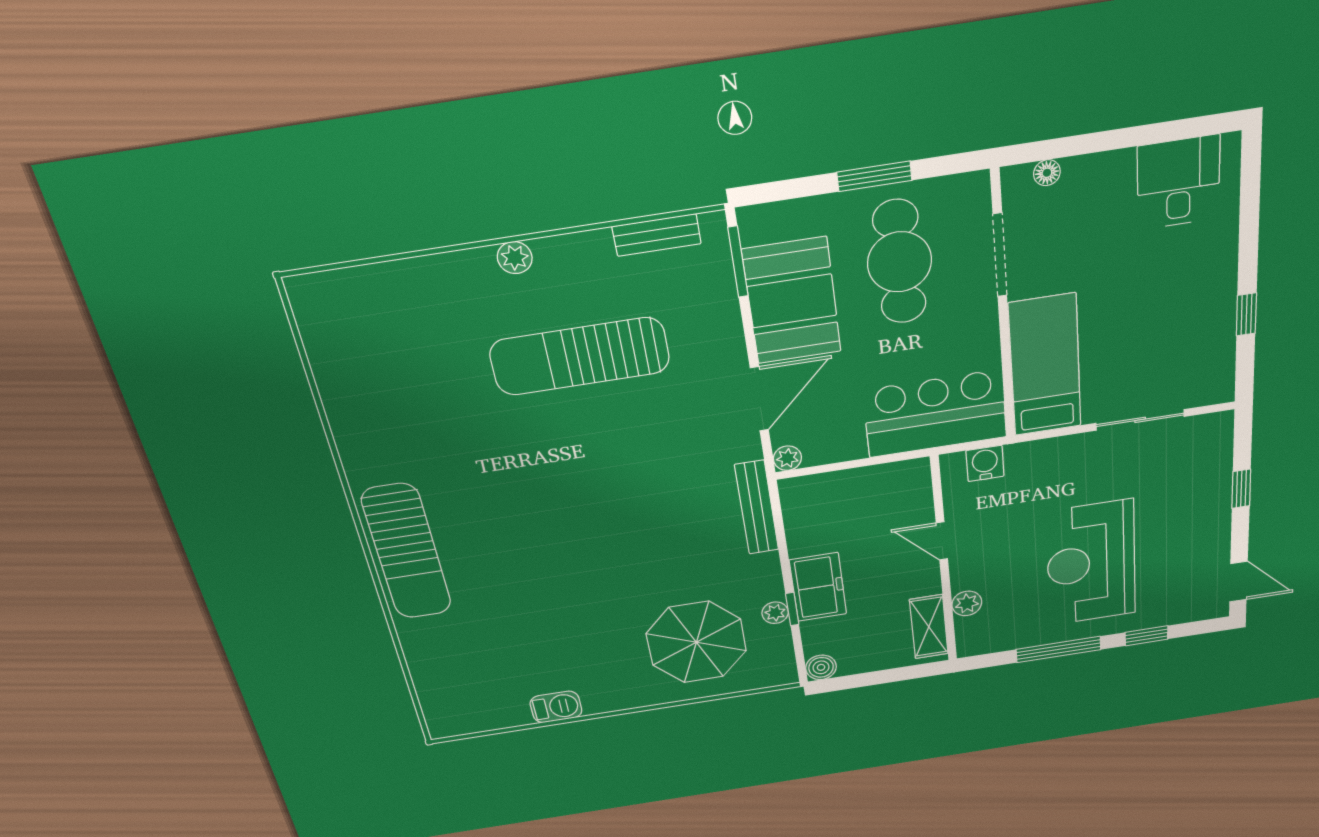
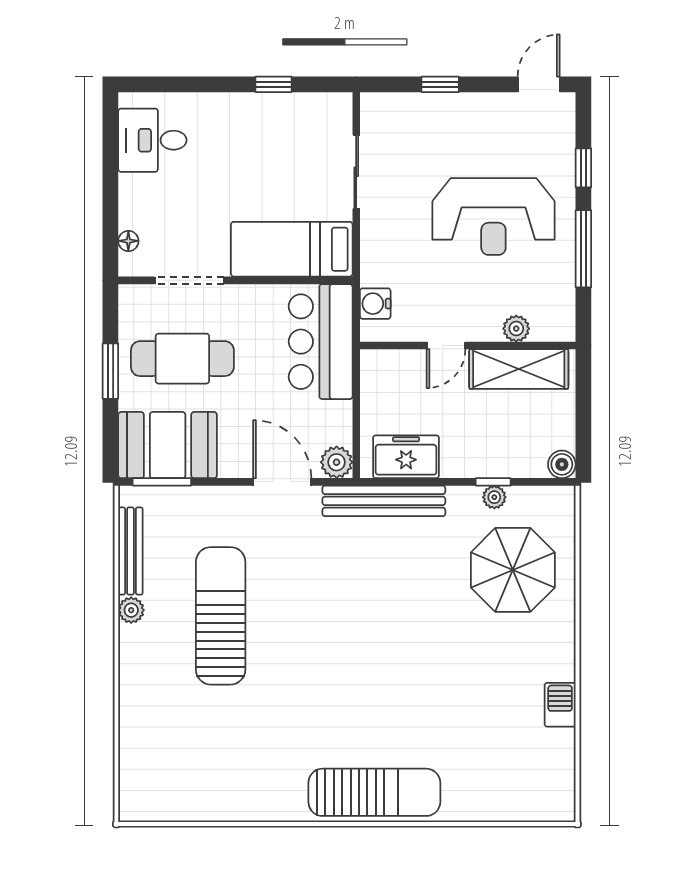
bench: (657, 235) -> (130, 551), width x1.36
plant: (515, 258) -> (131, 610), moved
booth: (792, 301) -> (168, 445), moved
sun lounger: (580, 356) -> (221, 616), turned 180
plant: (787, 458) -> (337, 462), width x1.38, depth x1.38
bench: (757, 508) -> (384, 501), width x1.37, depth x1.21
freezer: (818, 587) -> (406, 457), moved
shelving: (929, 627) -> (519, 369), width x1.50, depth x1.33

